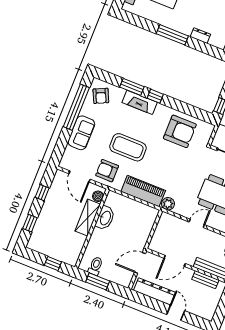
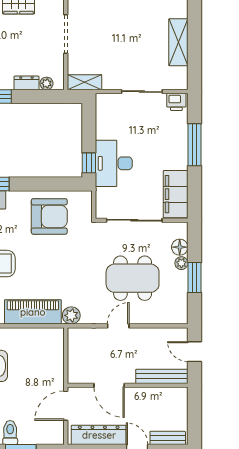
plant: (214, 41) -> (47, 83), added
door: (175, 261) -> (109, 385), hinge flipped
bench: (205, 280) -> (168, 438), moved

